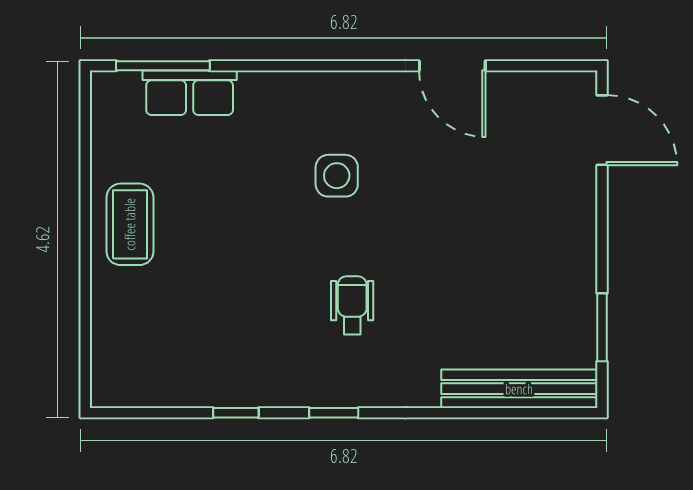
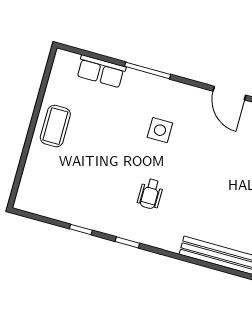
window: (163, 66) -> (148, 70), moved
wheelchair: (352, 305) -> (150, 194), turned 180

